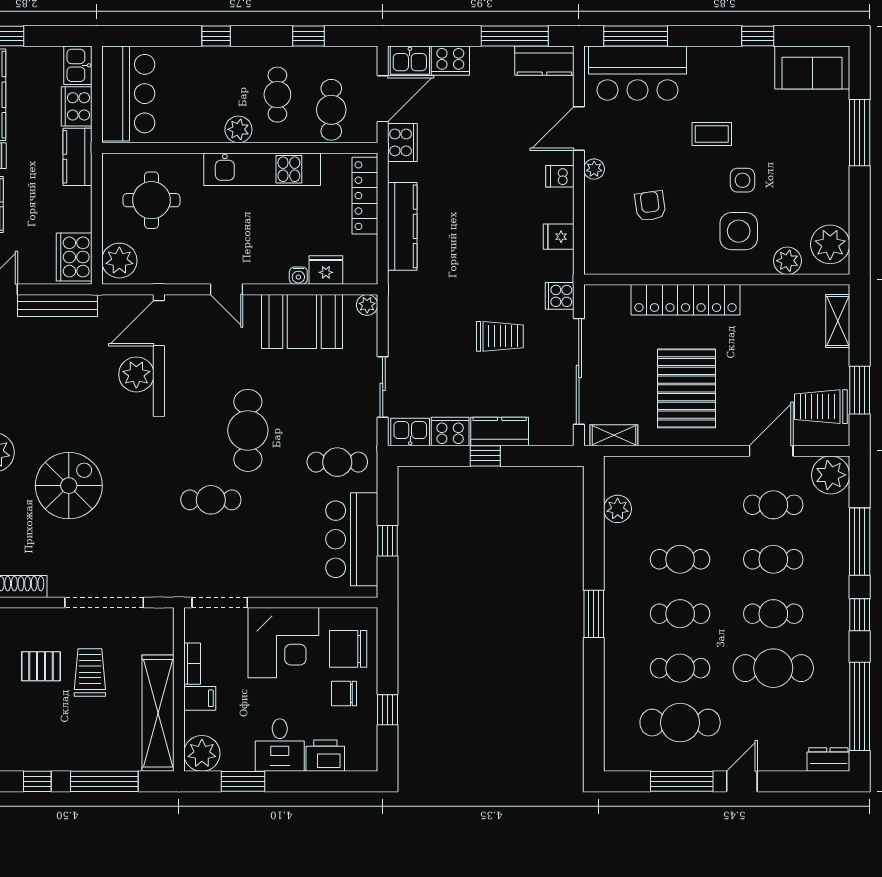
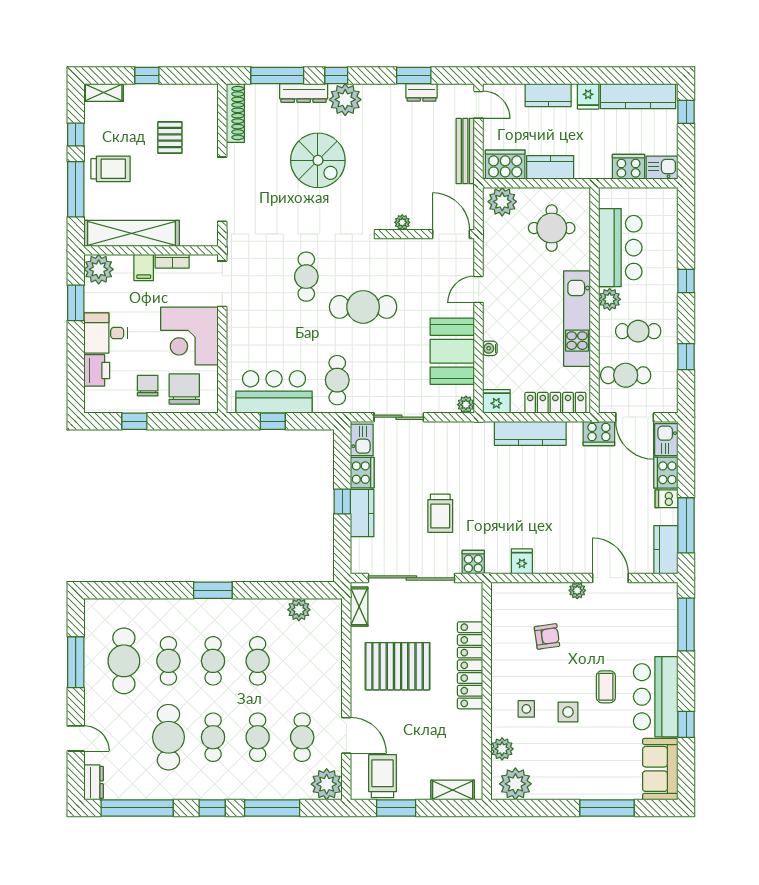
bar counter: (637, 73) -> (656, 697), moved
bar counter: (128, 94) -> (620, 248), moved, turned -90
kitchen counter: (77, 157) -> (550, 167), moved
dishwasher: (560, 176) -> (667, 499), moved, turned -90
side table: (739, 231) -> (526, 709), width x0.54, depth x0.54
fridge: (326, 270) -> (496, 401), moved, turned -90
plant: (136, 374) -> (402, 222), width x0.53, depth x0.53
trolley: (90, 673) -> (111, 169), moved
door: (742, 781) -> (76, 738), moved

